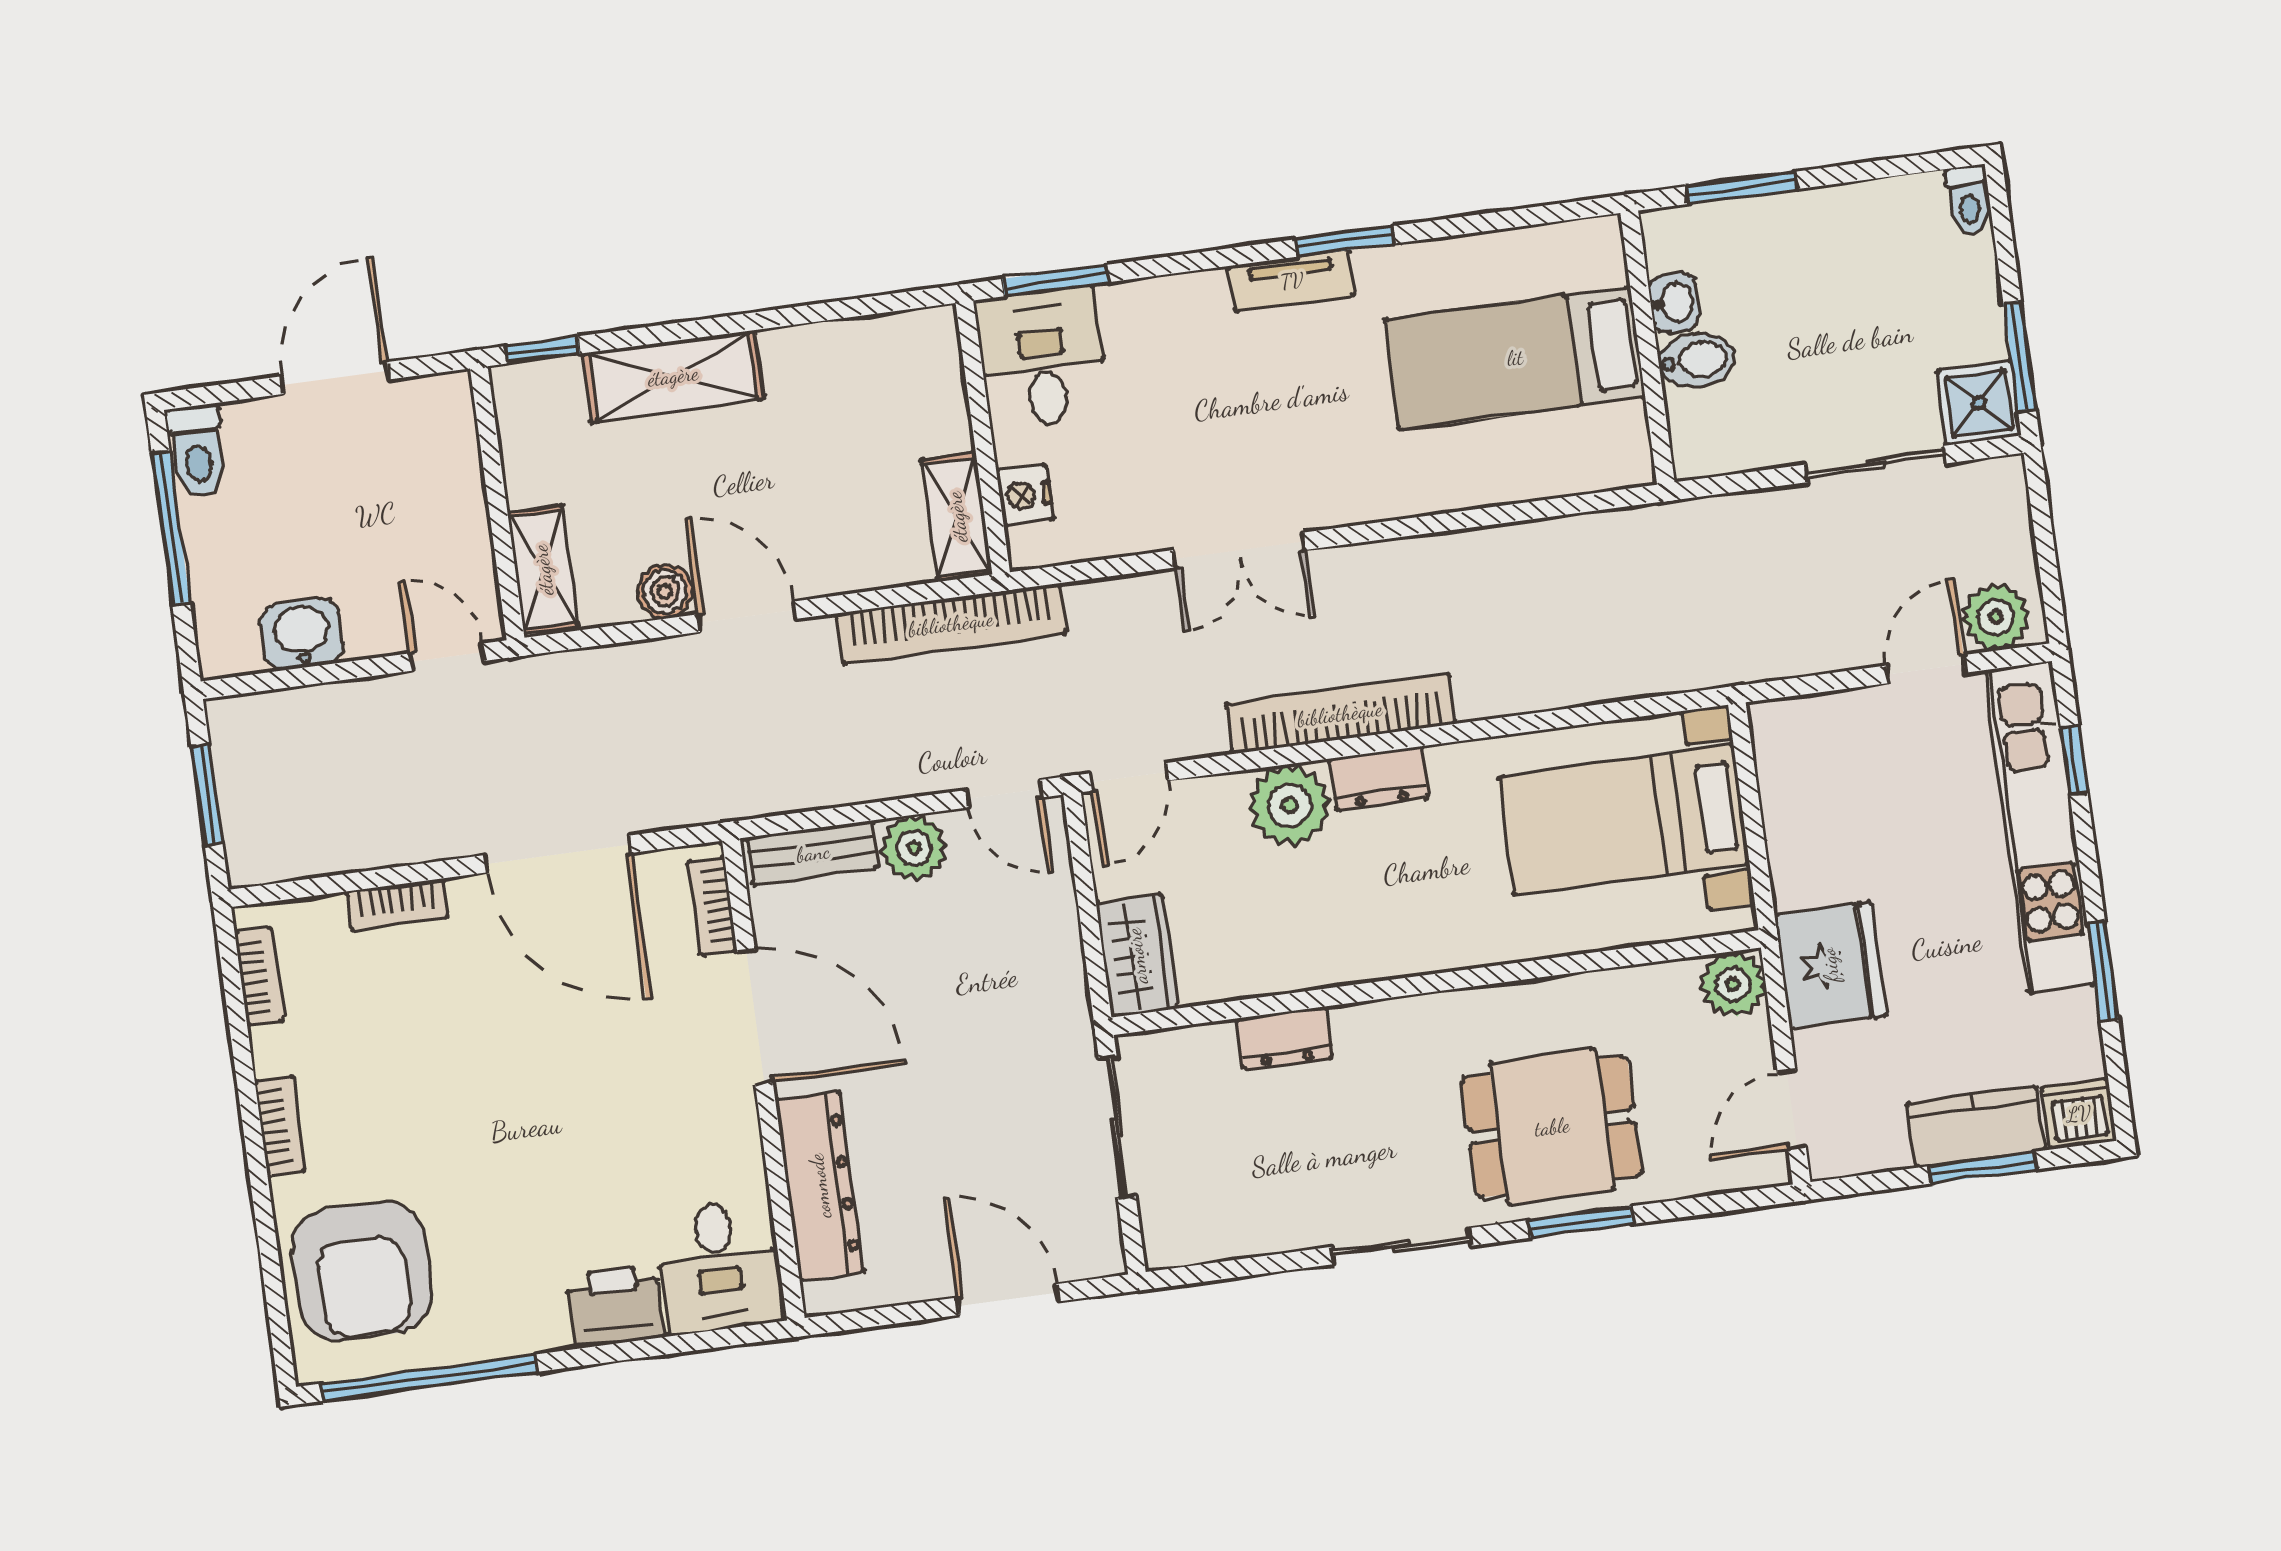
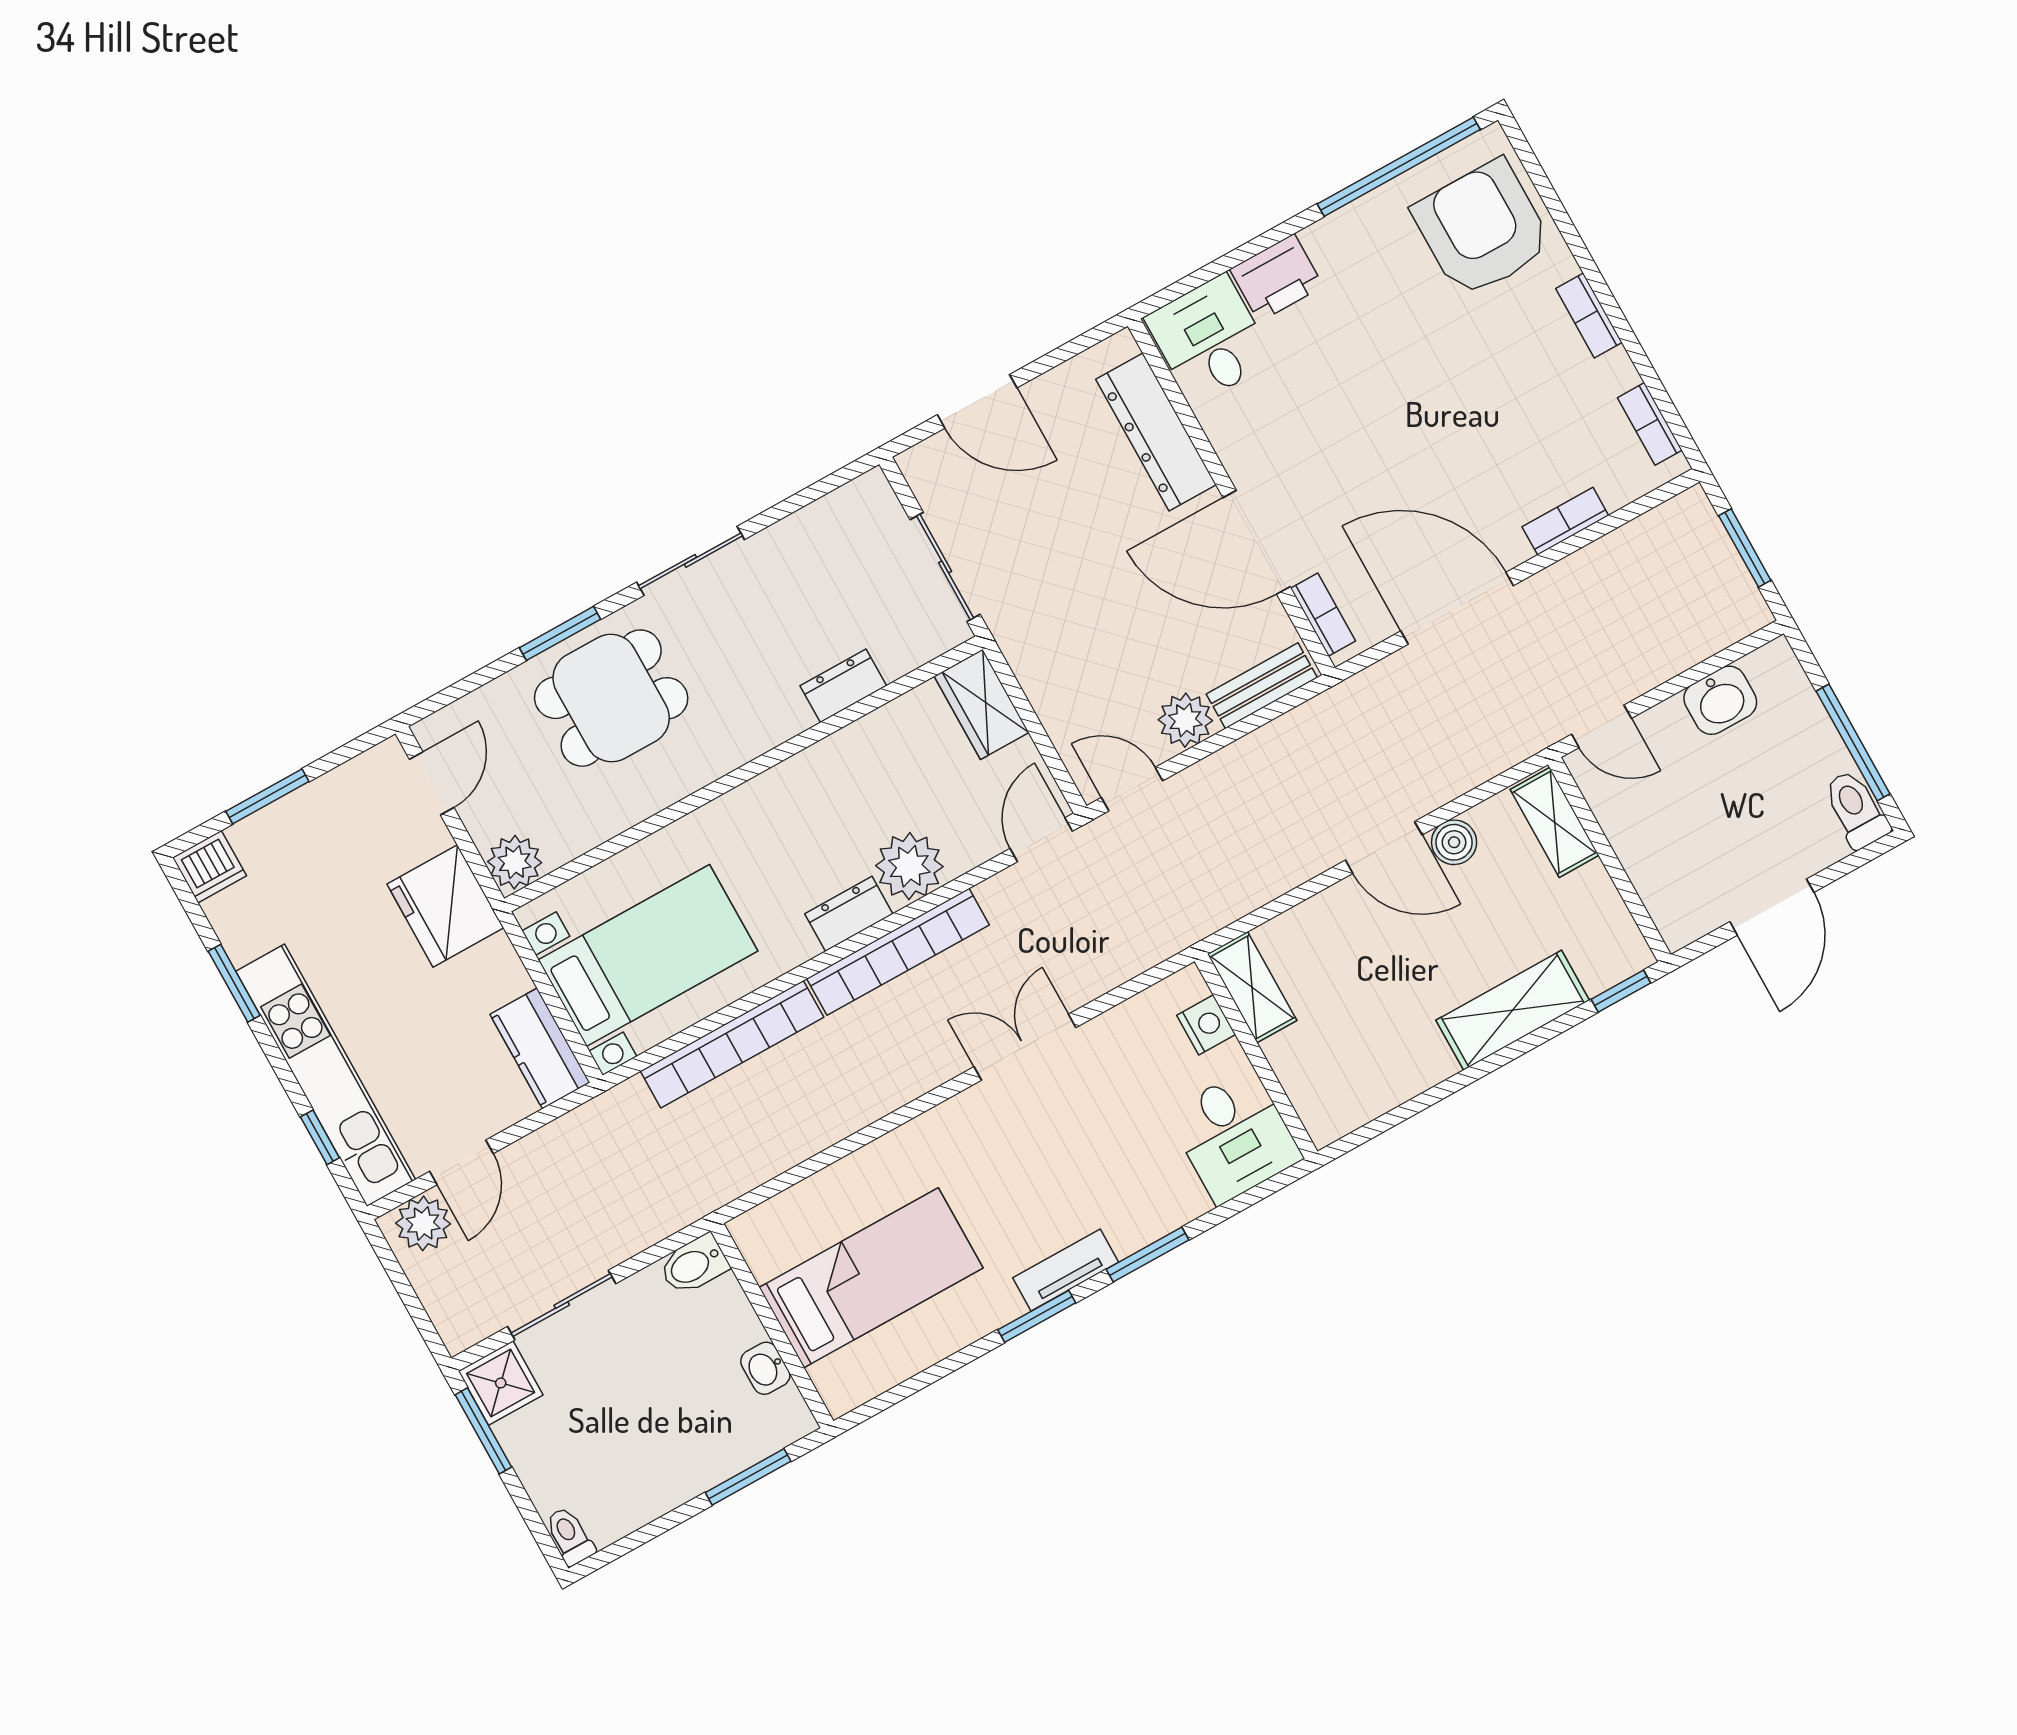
window: (1056, 281) -> (1148, 1255), moved
bidet: (1697, 360) -> (694, 1265), moved
bookcase: (951, 624) -> (732, 1044), moved, turned 180
kitchen counter: (1976, 1127) -> (540, 1048), moved, turned 90

